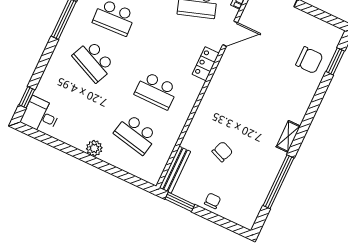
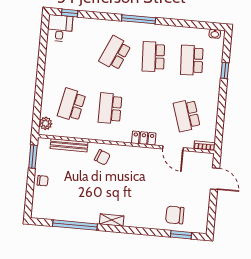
chair: (309, 60) -> (175, 215), turned 90
plant: (94, 148) -> (46, 123), moved
chair: (222, 152) -> (102, 157), moved
bench: (175, 170) -> (69, 145), moved

